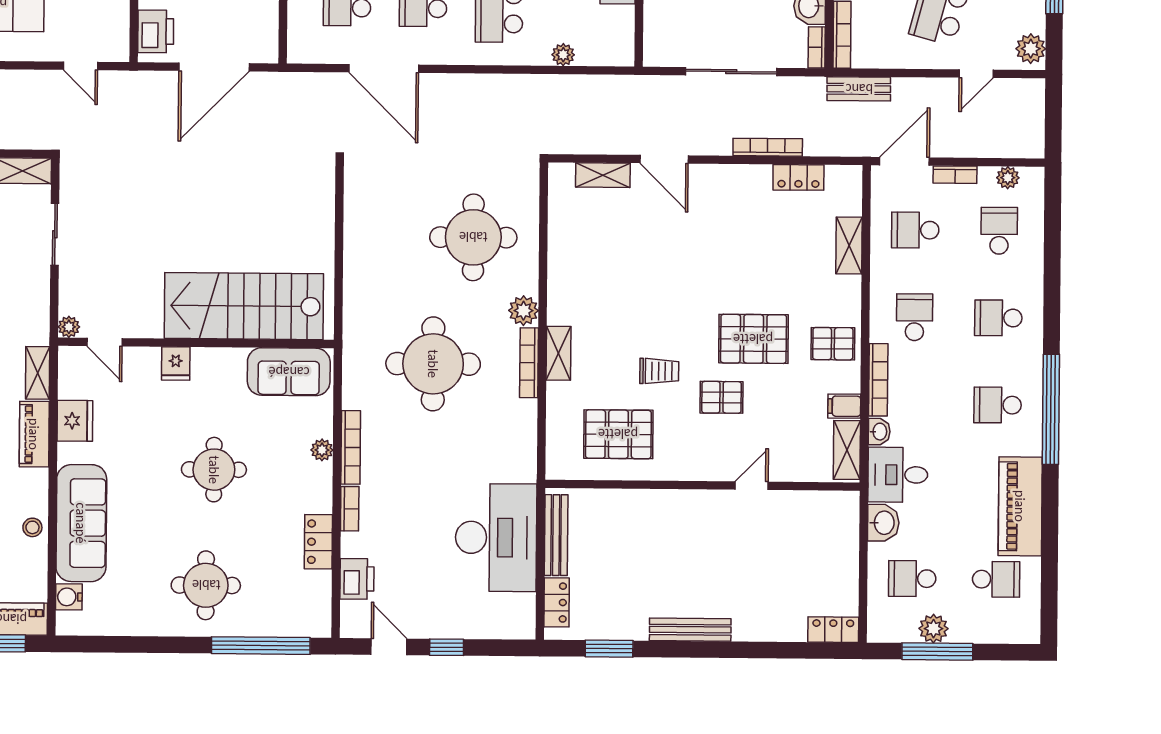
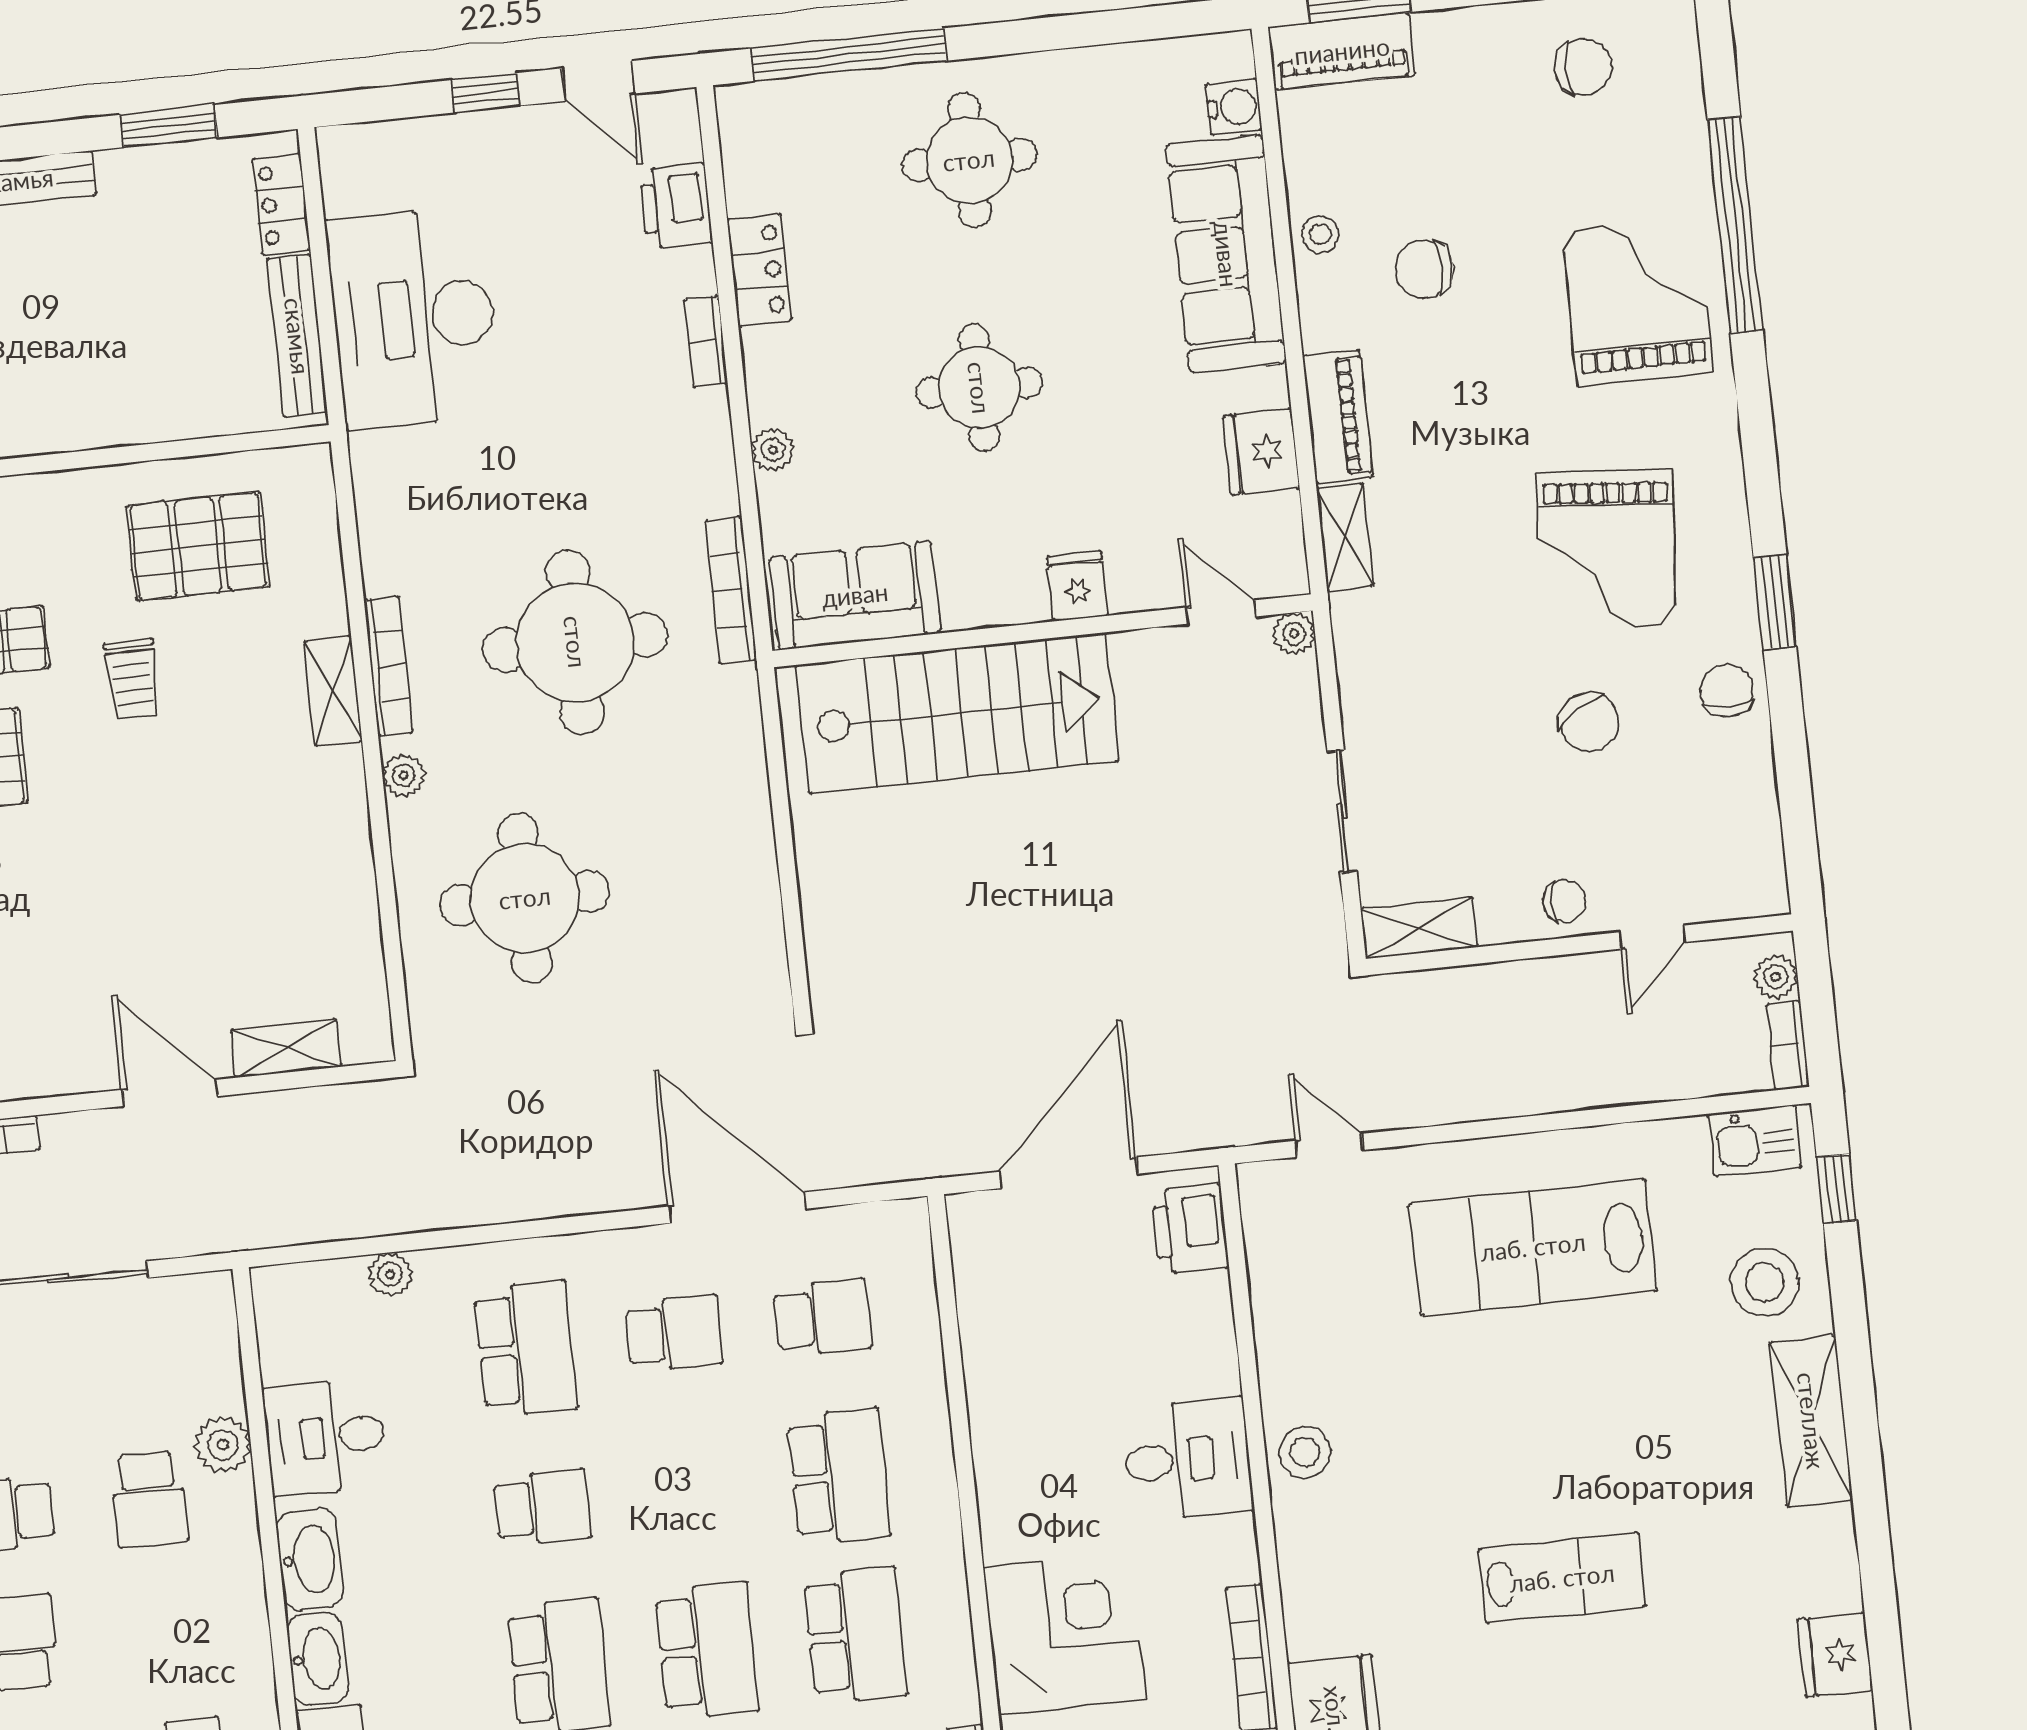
plant: (523, 311) -> (404, 775), width x0.73, depth x0.73
trolley: (659, 371) -> (132, 679), turned -91
bookcase: (351, 447) -> (731, 590), moved

